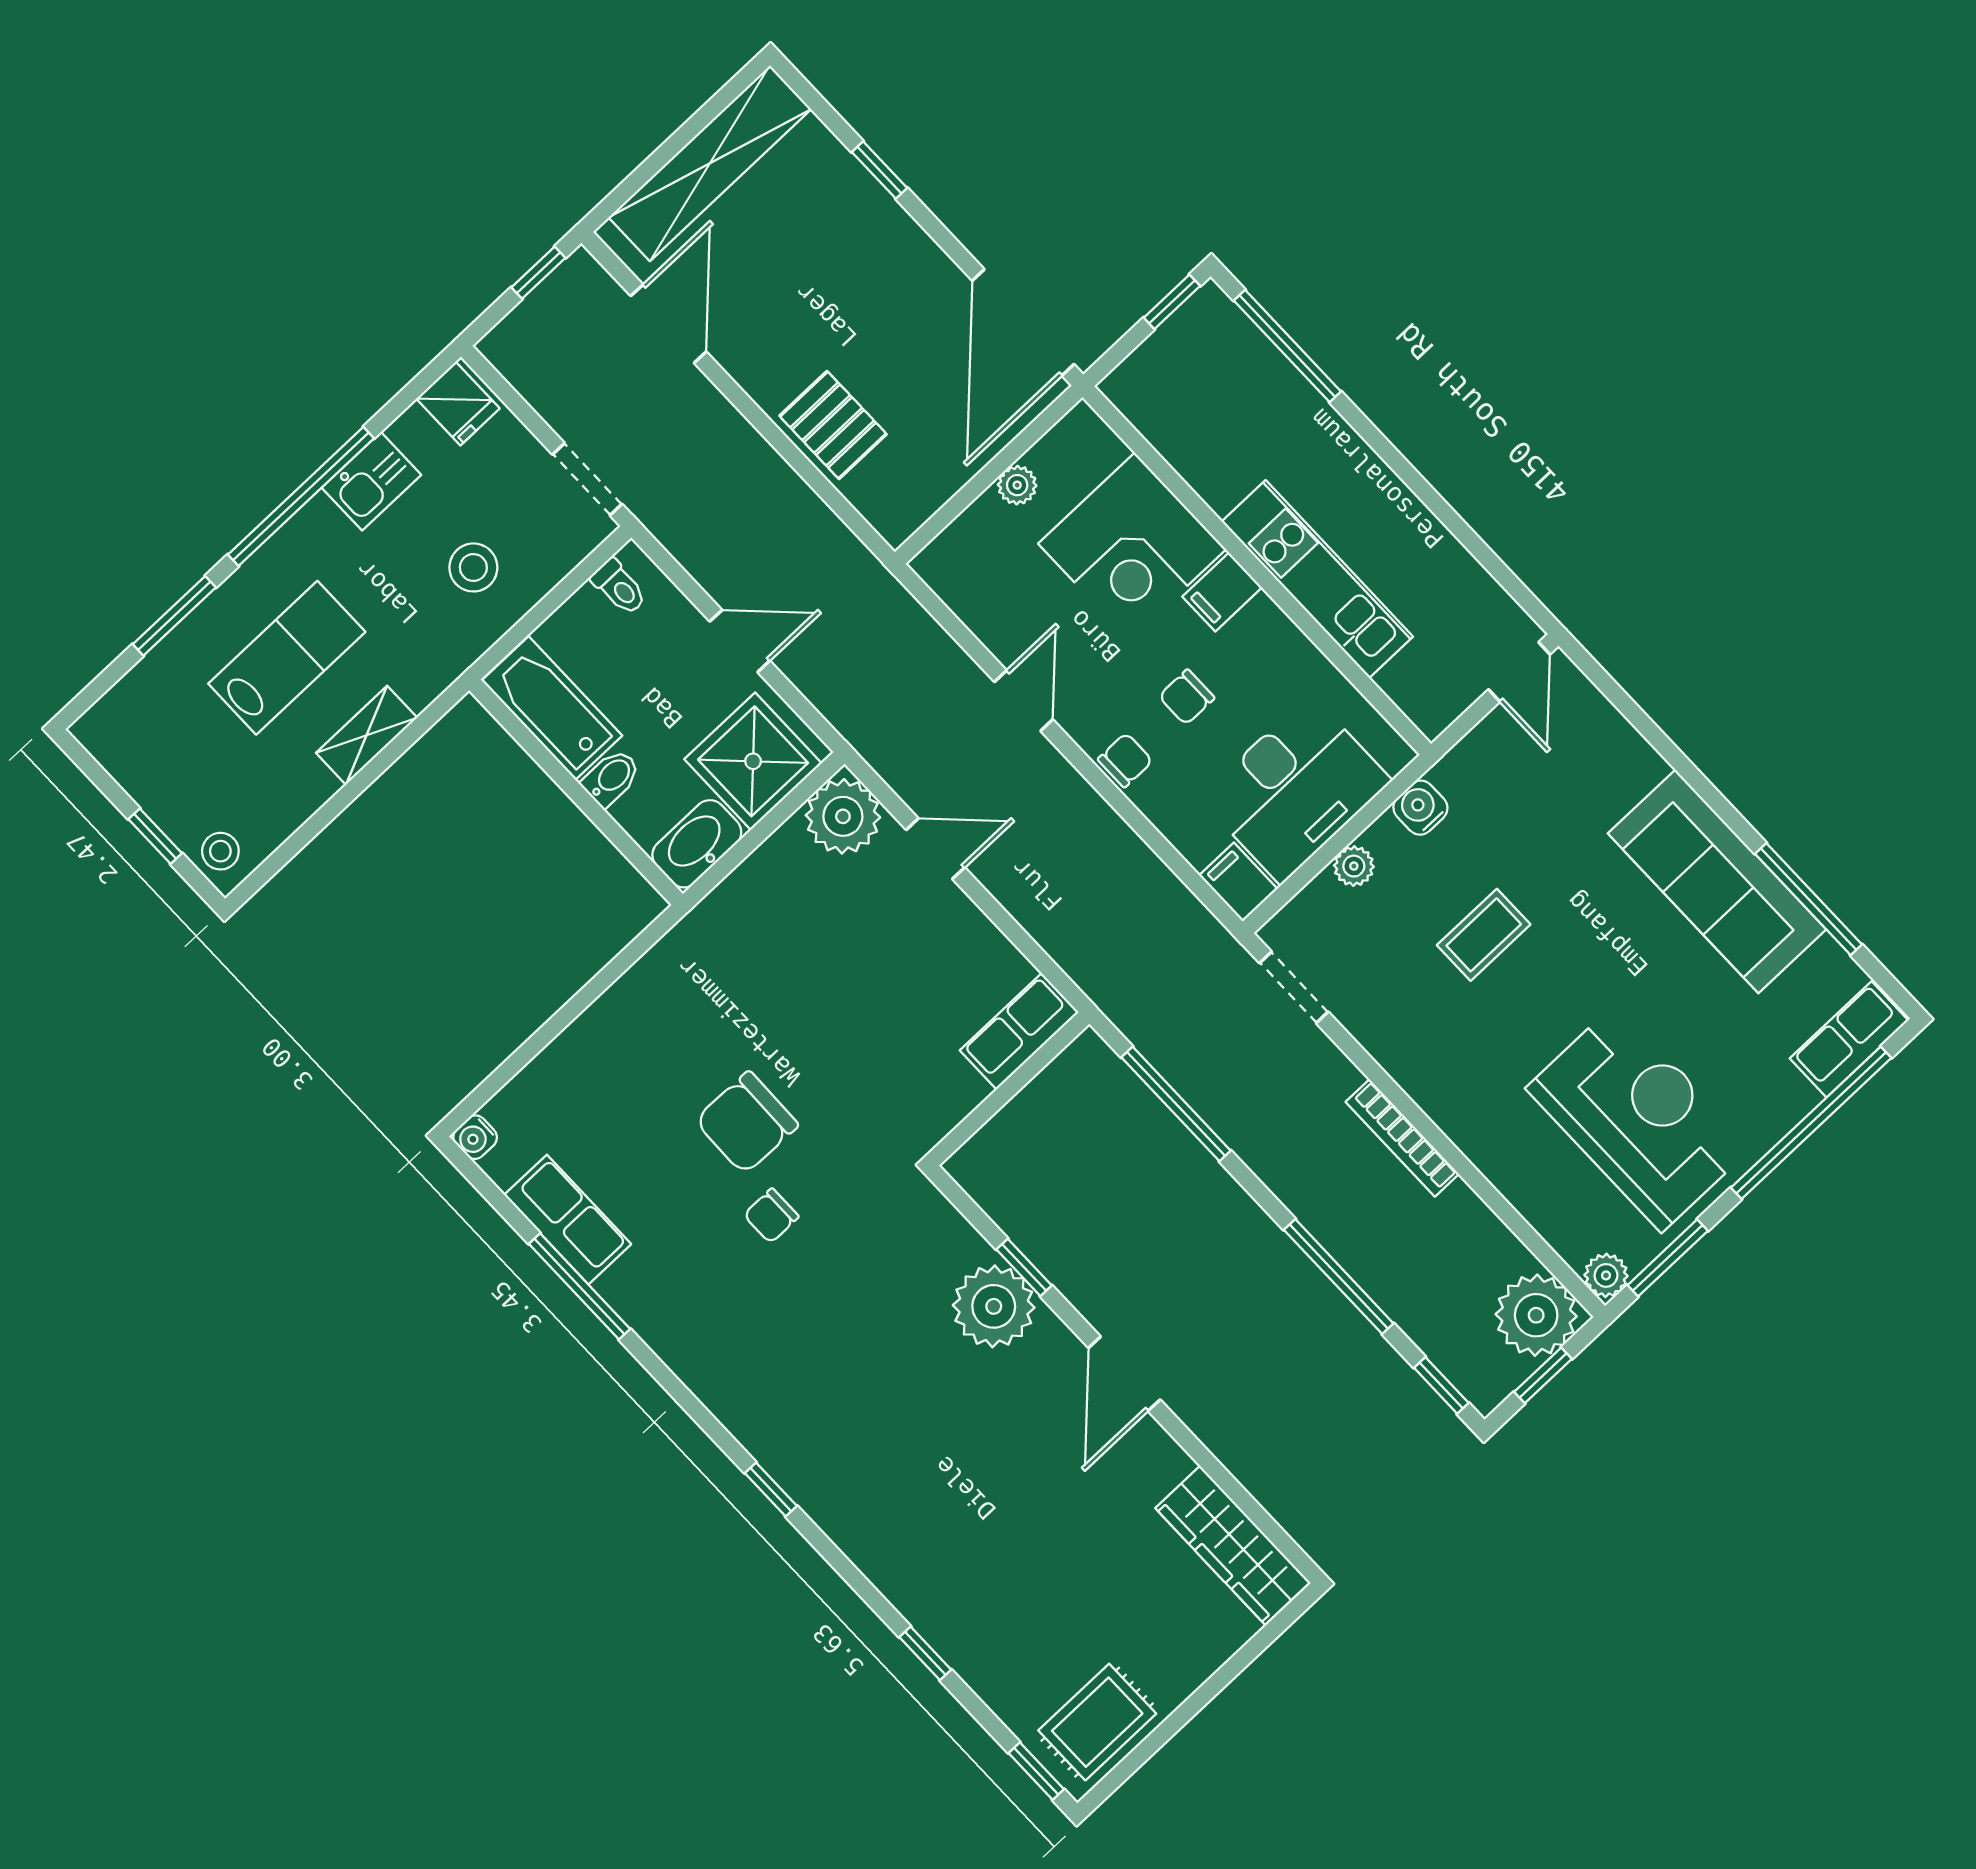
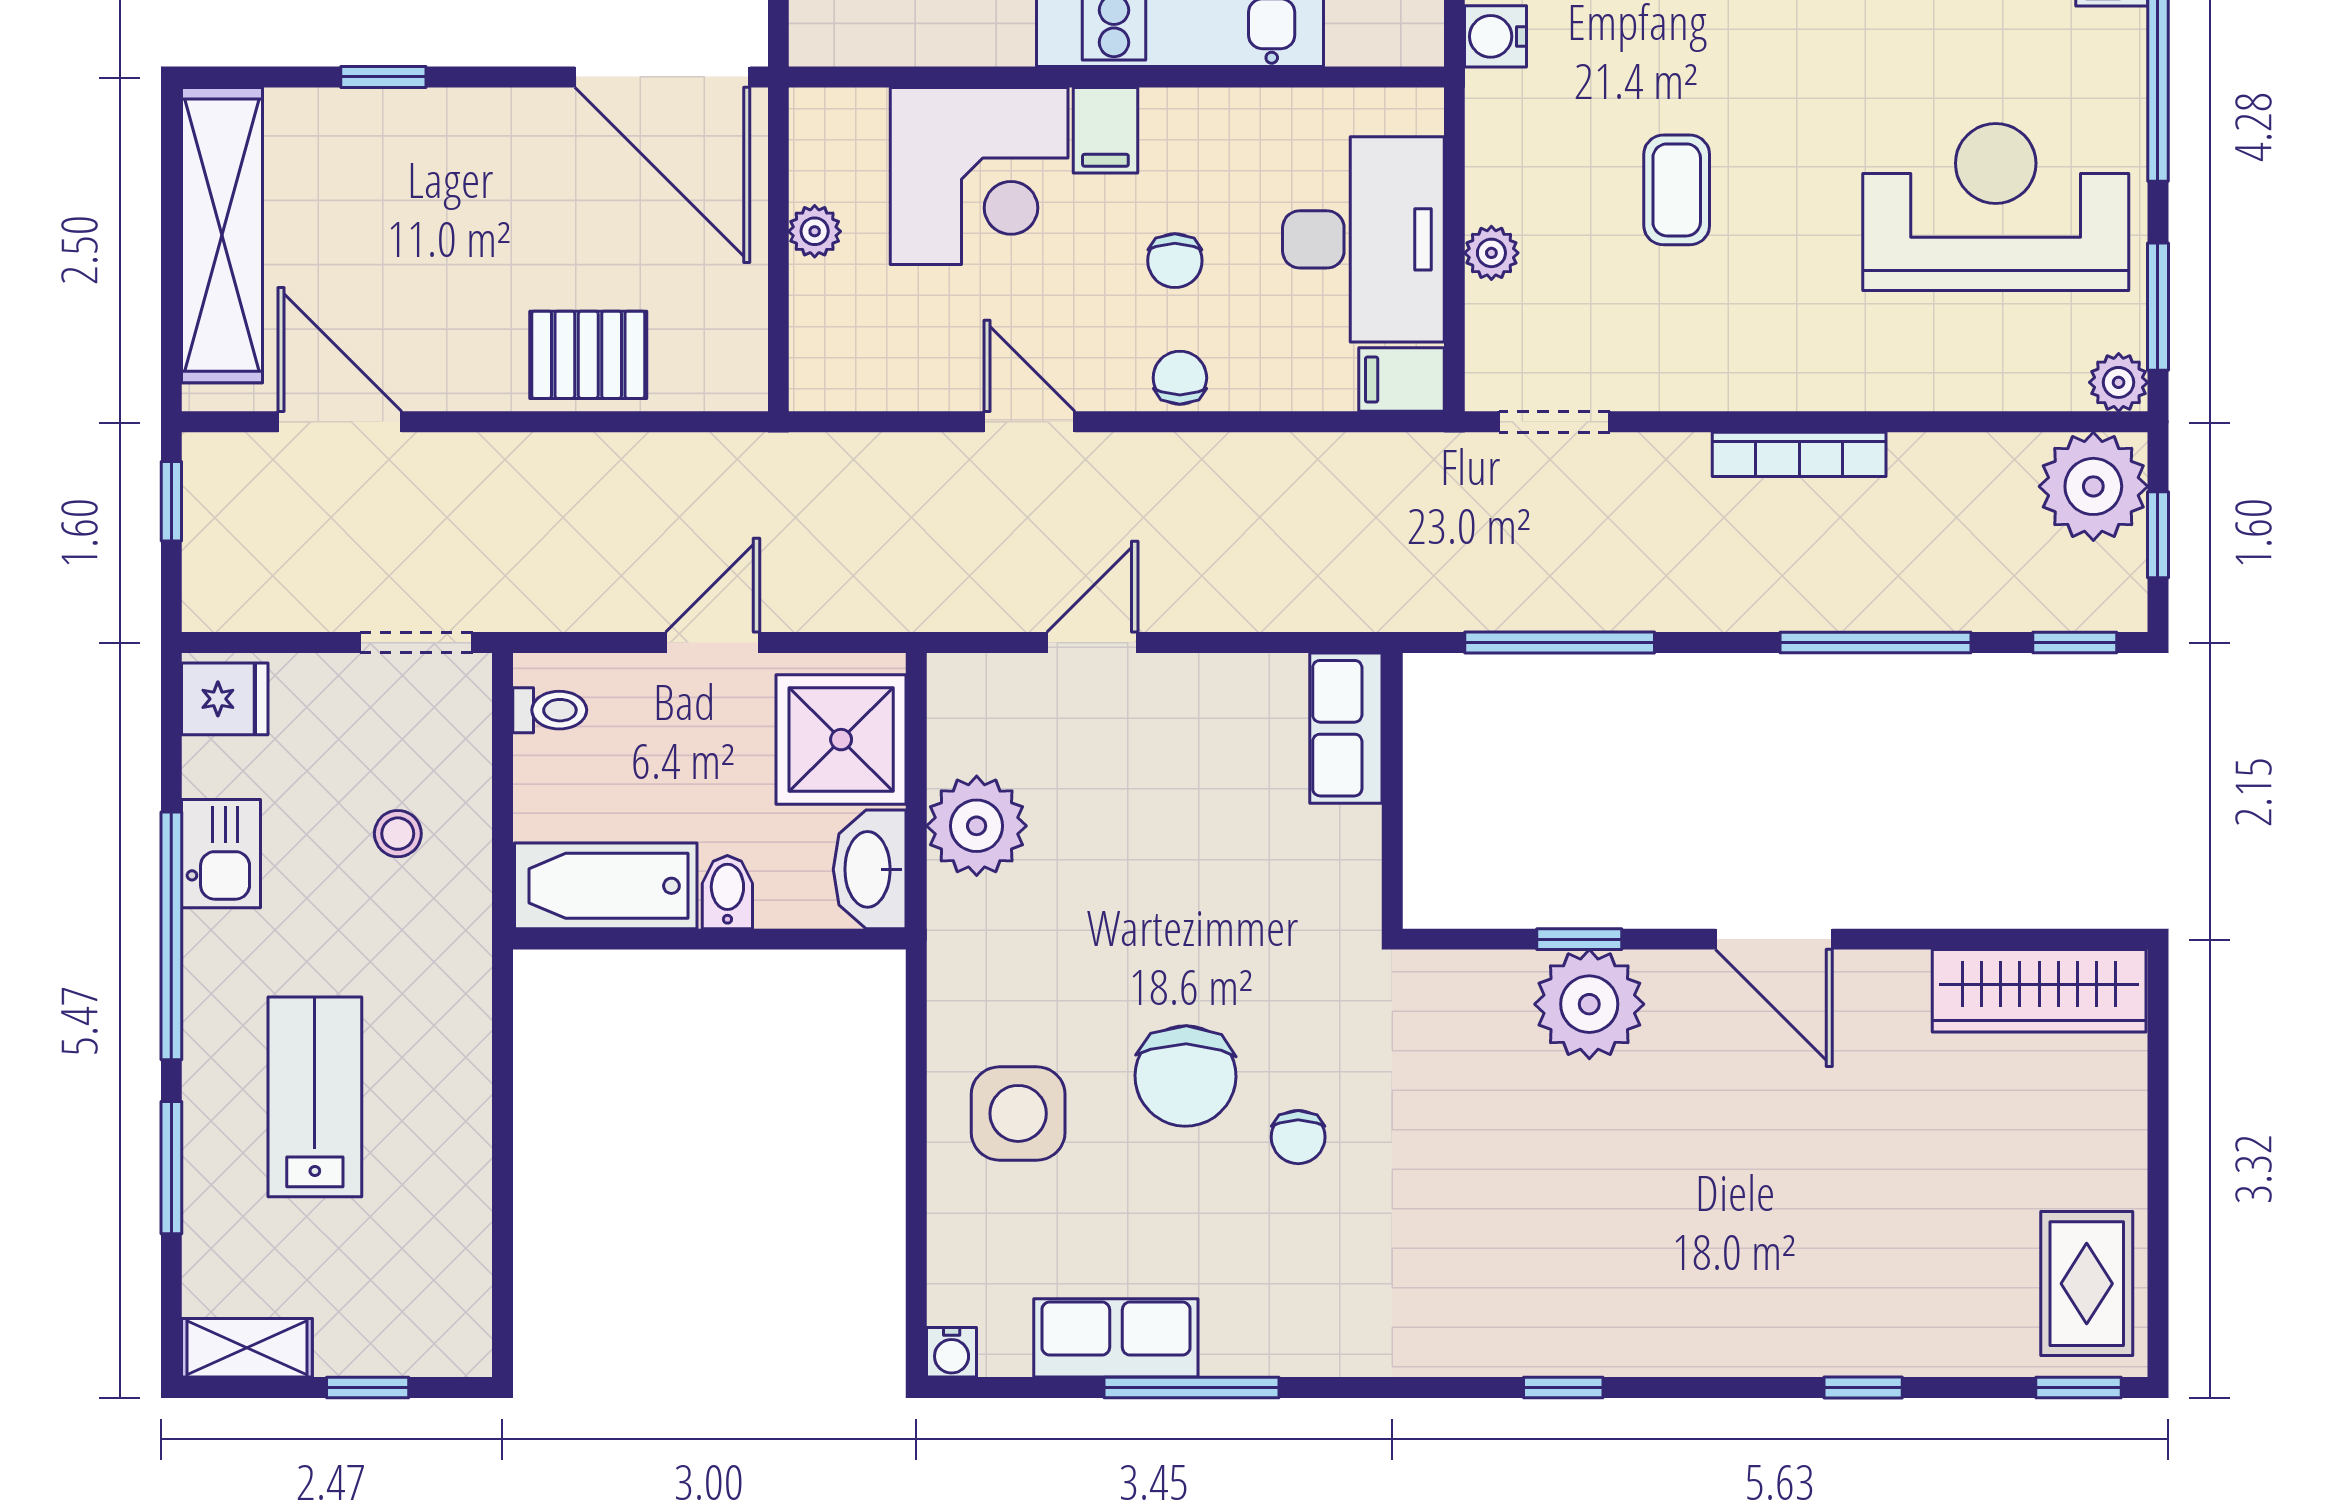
stool: (473, 567) -> (398, 834), width x0.73, depth x0.73
shelving: (367, 735) -> (247, 1348), moved, turned 90
water cooler: (1420, 808) -> (1496, 36), moved
plant: (843, 816) -> (977, 826), moved
stool: (220, 851) -> (442, 1338), removed
side table: (640, 1051) -> (1018, 1113), added

